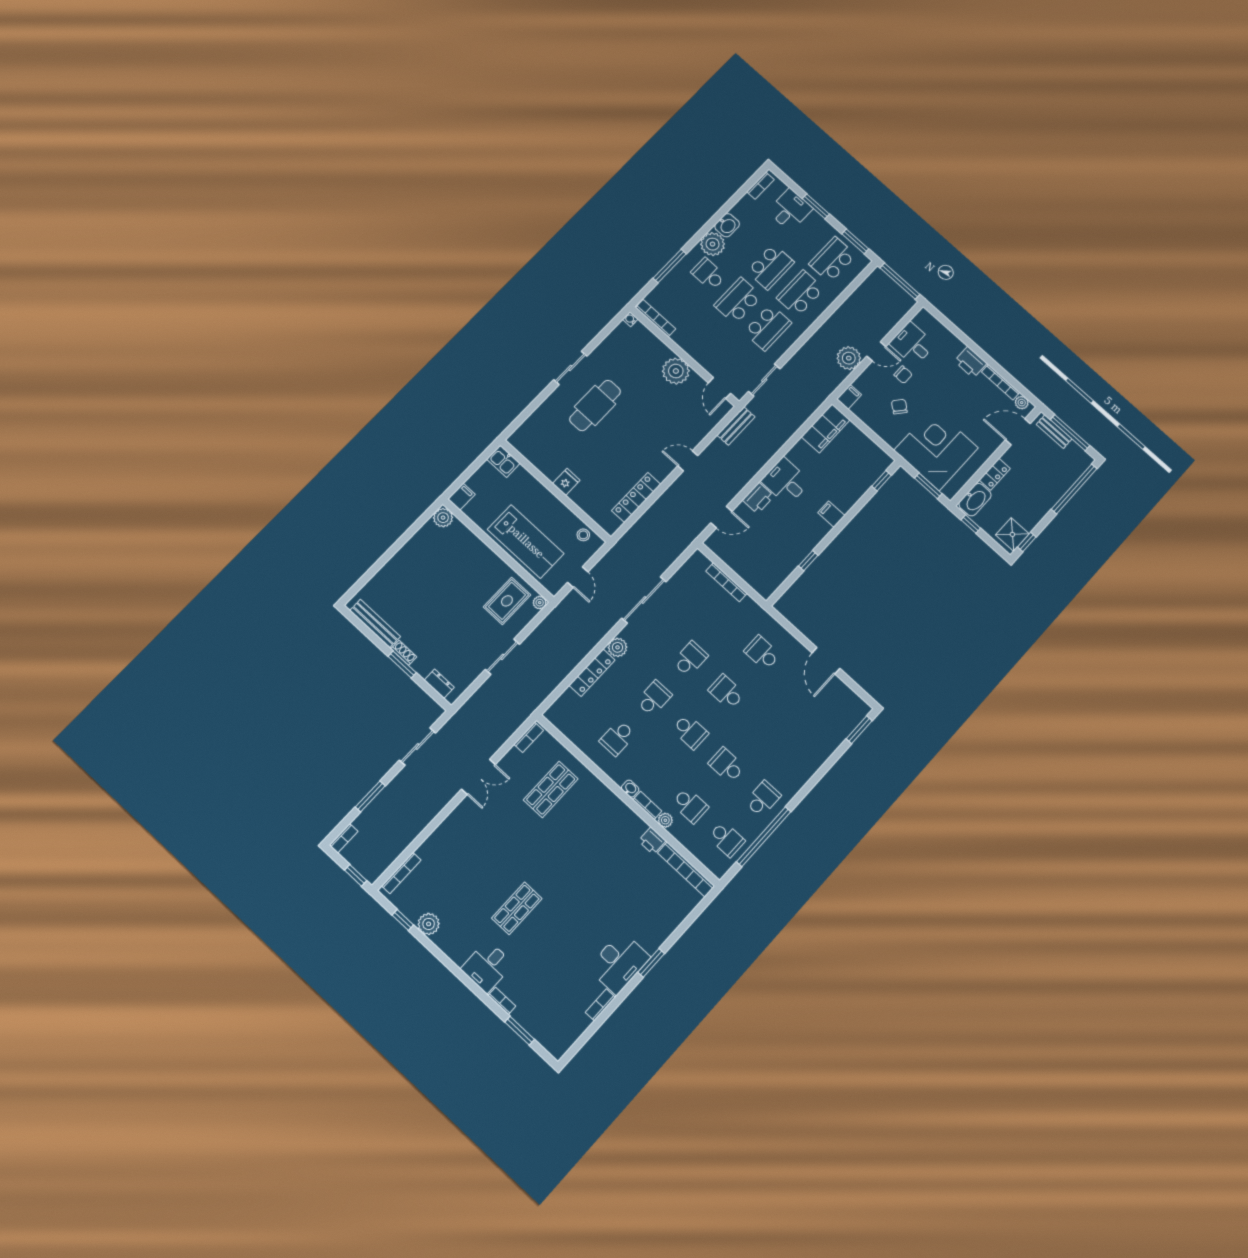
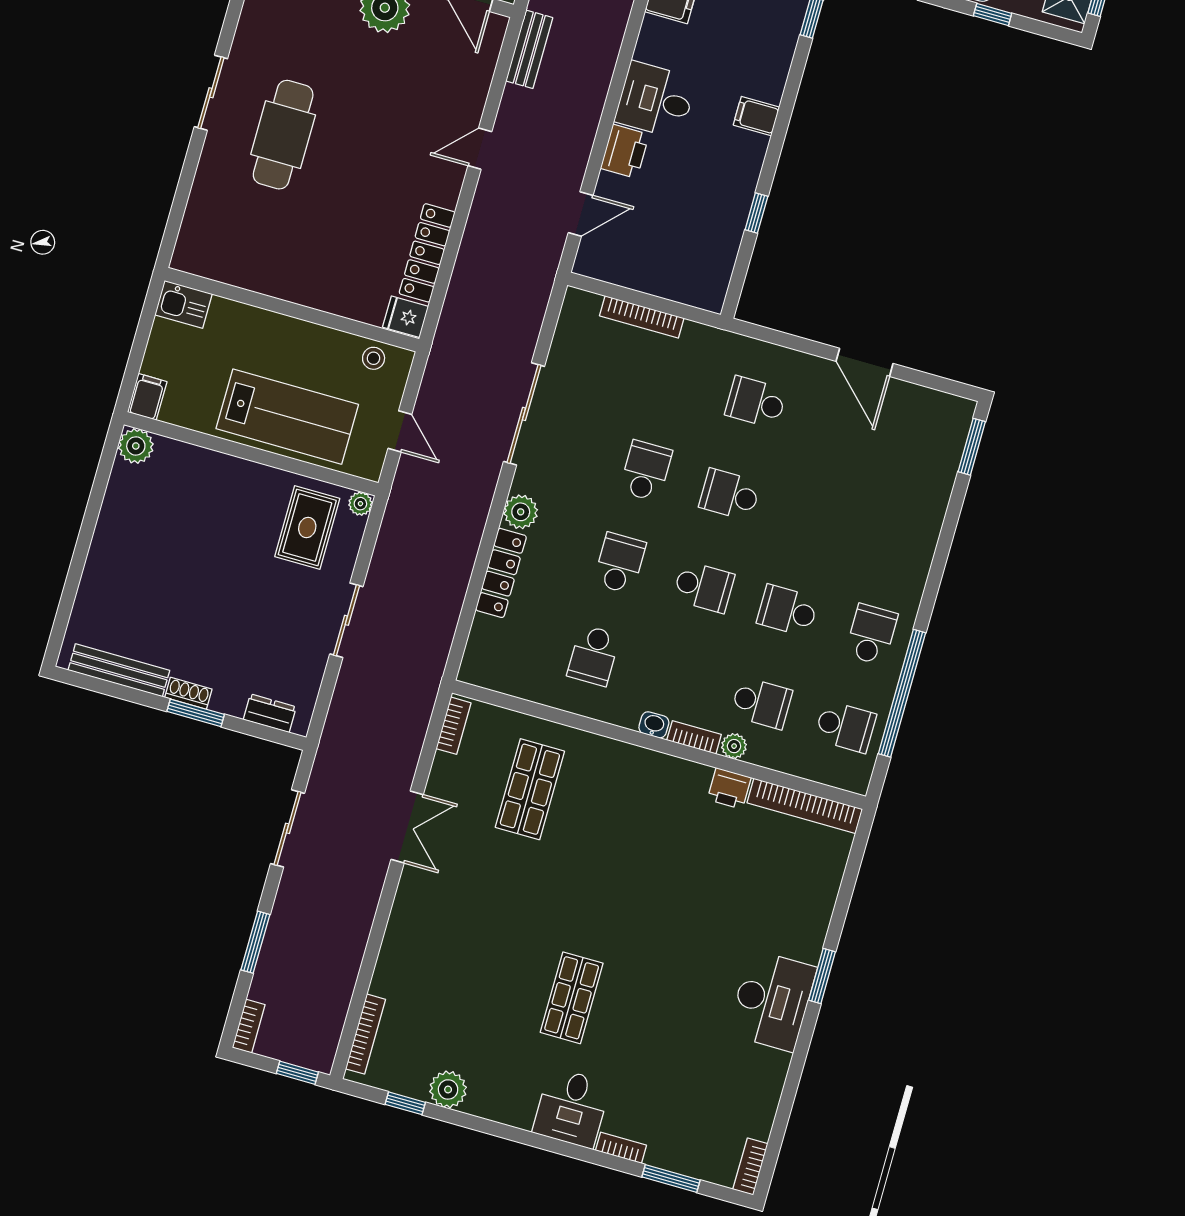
fridge: (566, 482) -> (406, 317), moved, turned -90
bookcase: (600, 1005) -> (750, 1167), moved

